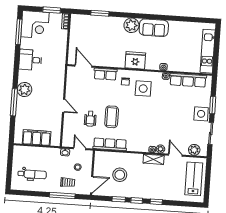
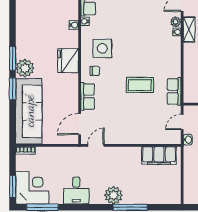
window: (52, 10) -> (13, 187), moved
window: (100, 13) -> (13, 89), moved
window: (140, 16) -> (13, 58), added
sofa: (154, 28) -> (29, 111), moved, width x1.85, depth x1.27
door: (64, 106) -> (96, 145), moved
wheelchair: (90, 119) -> (144, 111), removed
filing cabinet: (37, 138) -> (159, 156), moved, turned -90
row of seats: (110, 144) -> (174, 92), width x0.68

